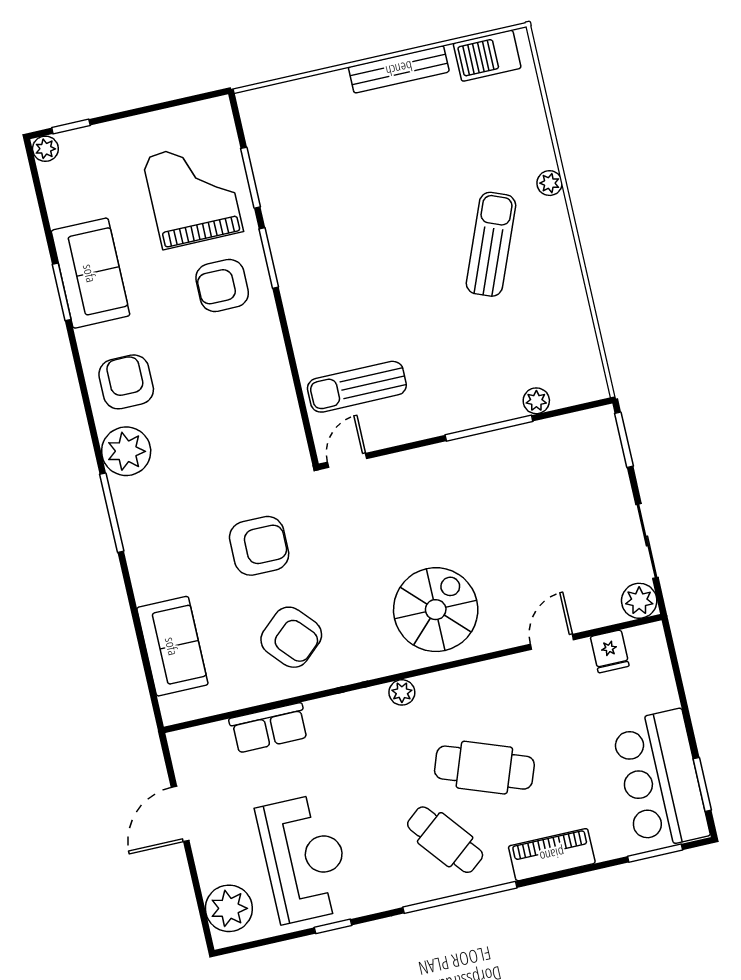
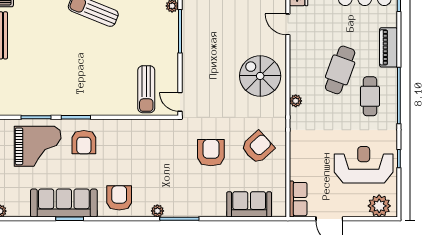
grand piano: (193, 194) -> (38, 146), turned 180
sofa: (90, 273) -> (64, 203), width x1.36
armchair: (126, 382) -> (119, 198), turned 90
plant: (126, 451) -> (157, 211), width x0.53, depth x0.53
row of seats: (269, 728) -> (298, 199), moved
cafe table: (445, 840) -> (370, 96), turned -51

